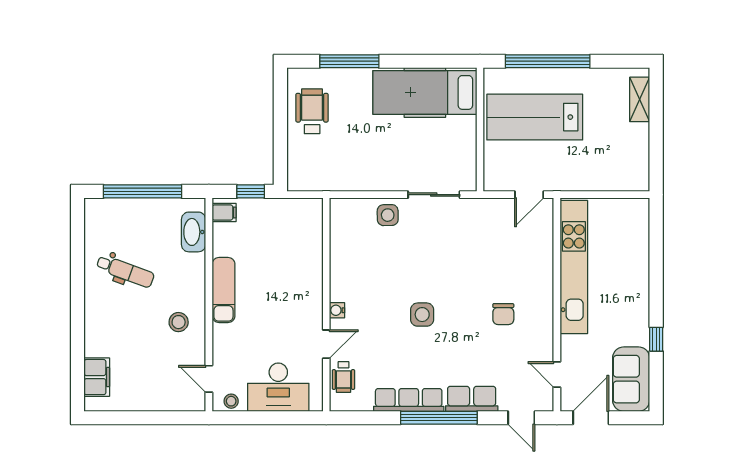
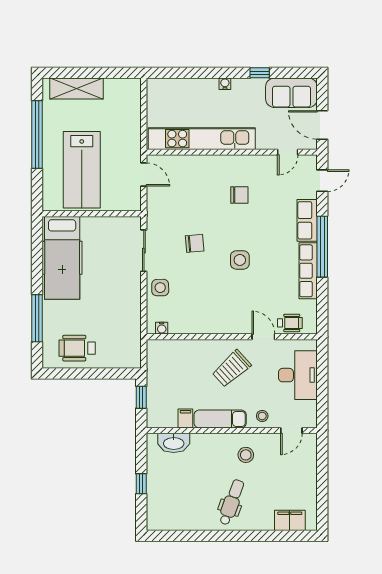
window: (548, 61) -> (37, 135), moved
shelving: (640, 99) -> (77, 89), width x1.50, depth x1.33
window: (142, 191) -> (141, 484), width x0.32
filing cabinet: (224, 212) -> (185, 418), moved
chair: (443, 258) -> (195, 243), added
dental chair: (125, 271) -> (232, 502), moved
water cooler: (642, 296) -> (225, 84), added
trolley: (286, 304) -> (231, 369), added
water cooler: (337, 310) -> (162, 328), moved
stool: (231, 401) -> (262, 416), moved

